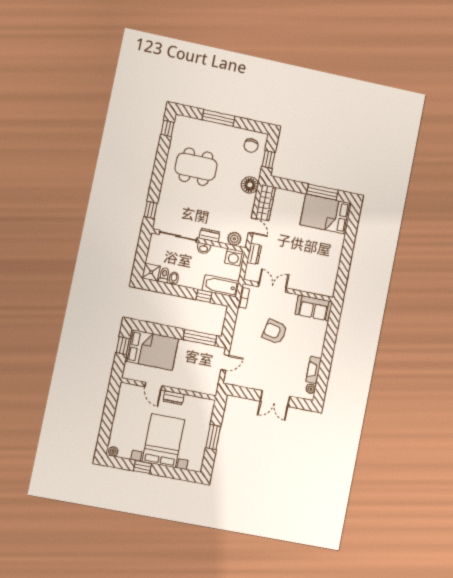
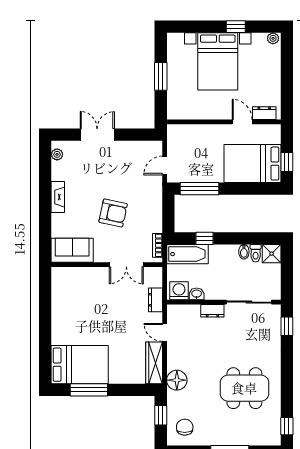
plant: (234, 239) -> (182, 313), removed
washbasin: (204, 248) -> (197, 294), moved
fireplace: (314, 370) -> (58, 197), moved
dresser: (174, 398) -> (264, 113), moved

